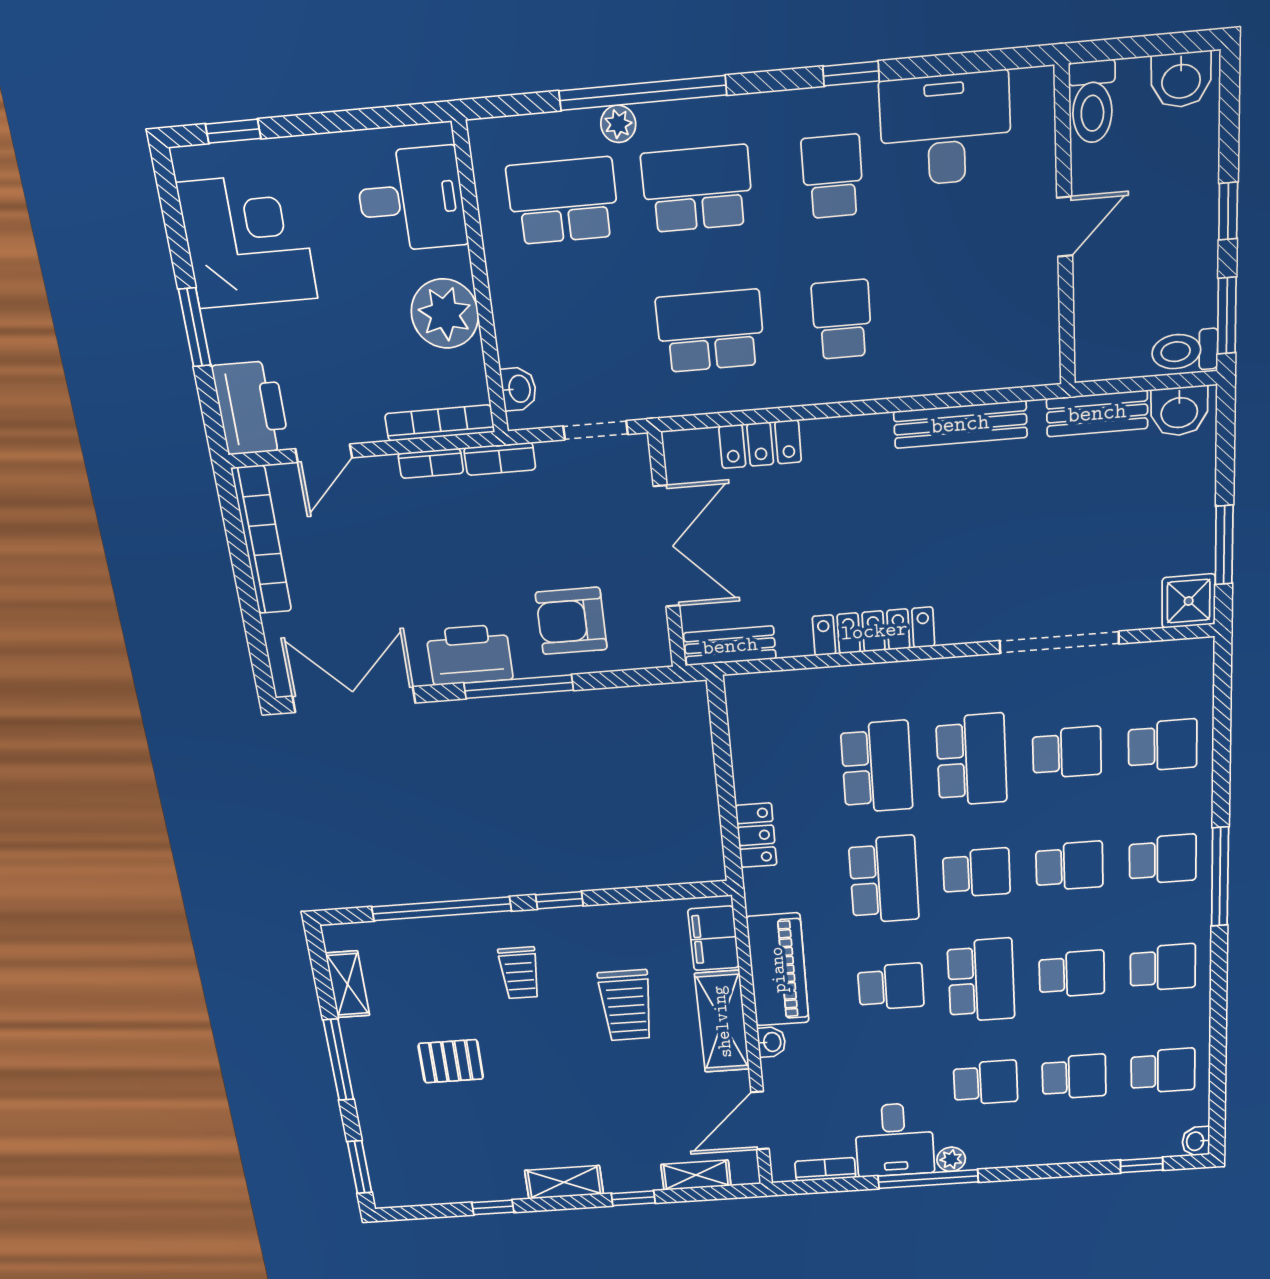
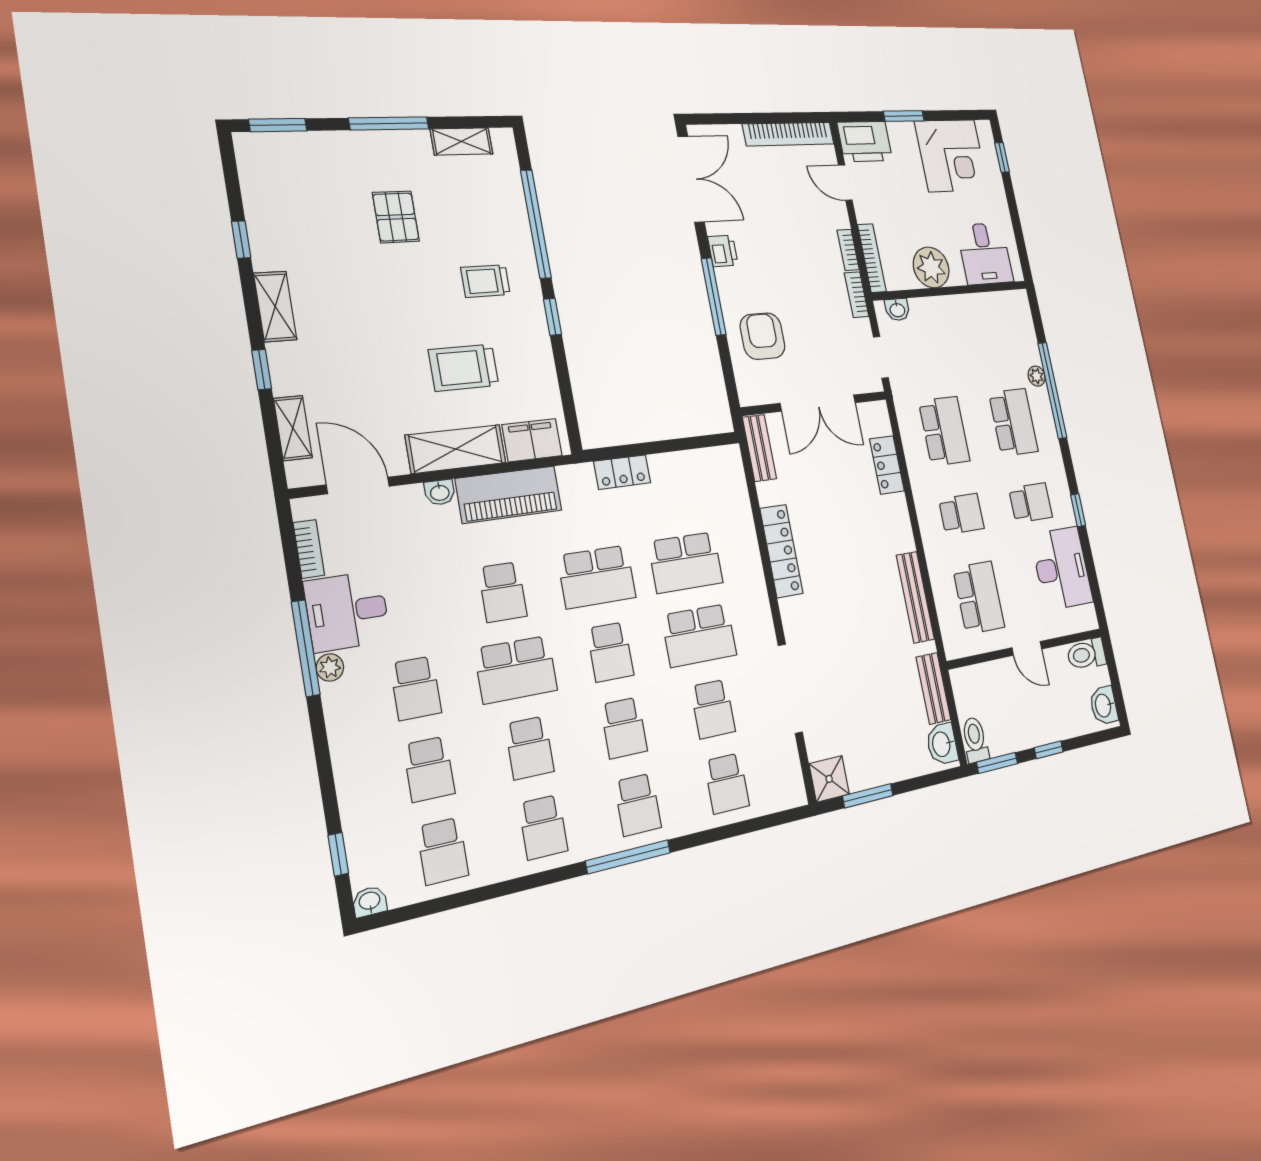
school desk: (563, 201) -> (979, 598), moved
printer: (469, 655) -> (723, 251), width x0.53, depth x0.68

